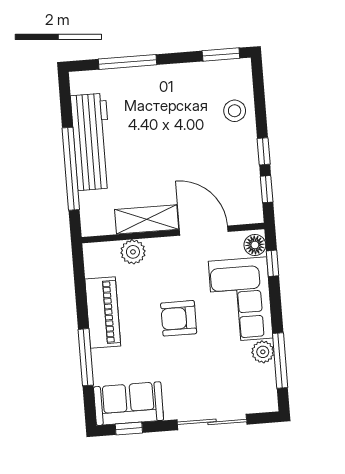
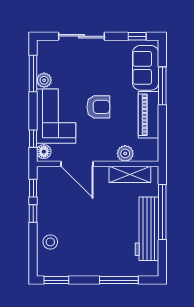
shelving: (147, 219) -> (130, 174), moved
sofa: (129, 404) -> (146, 68), moved, turned 90

